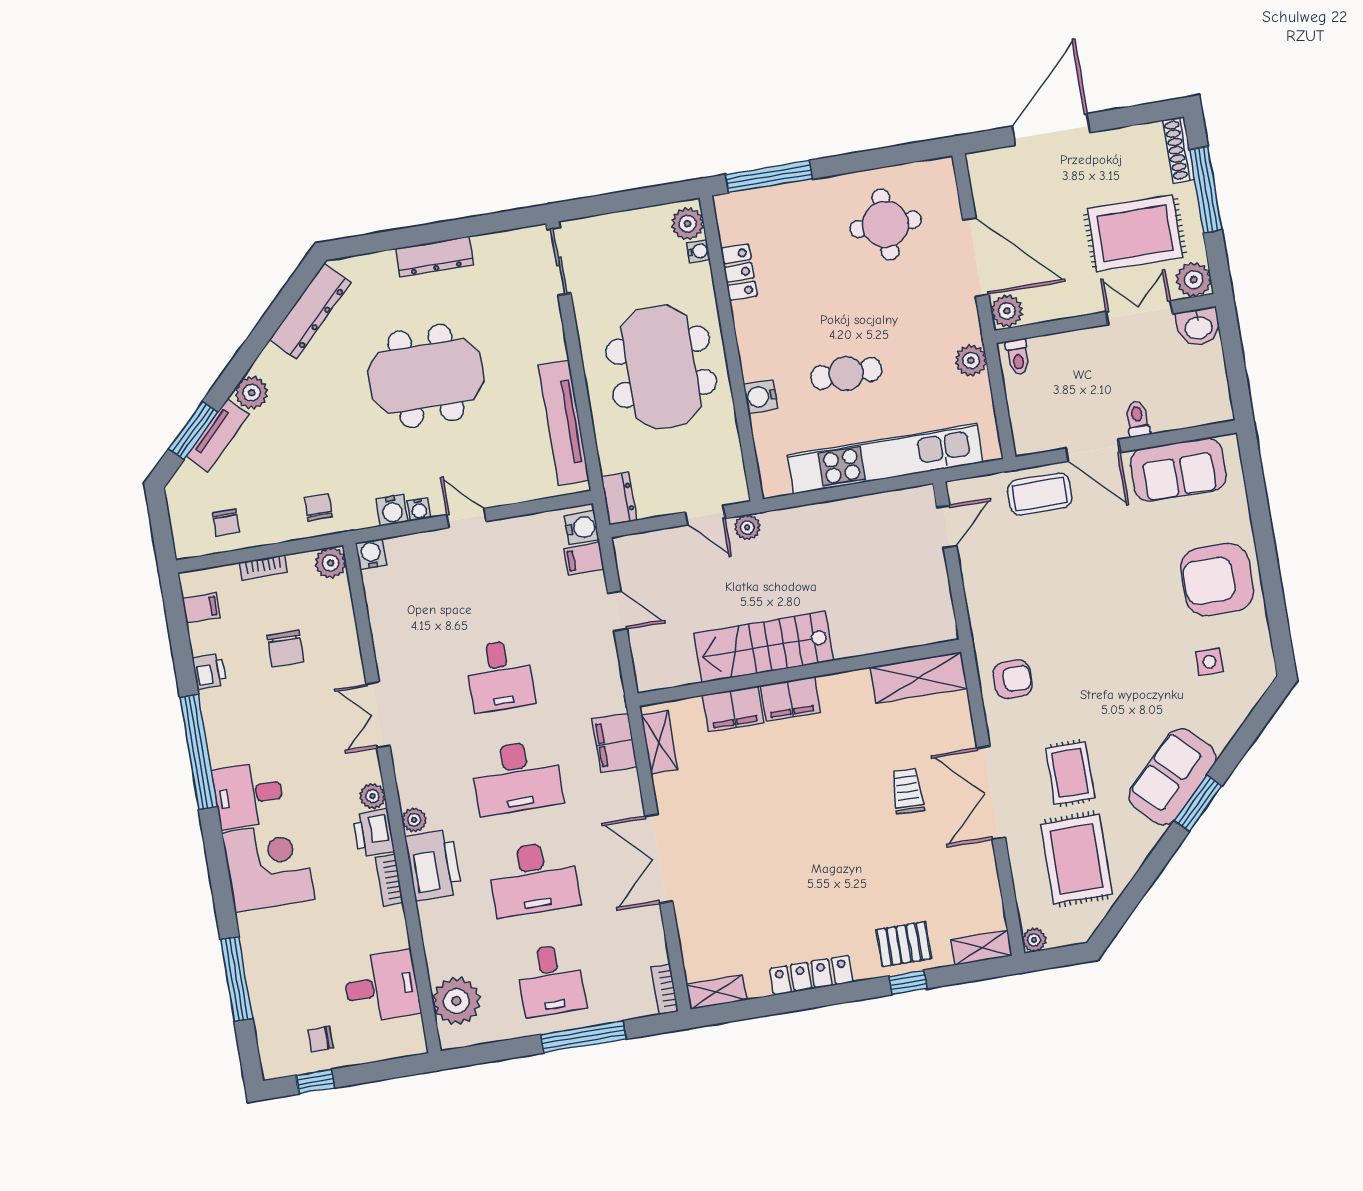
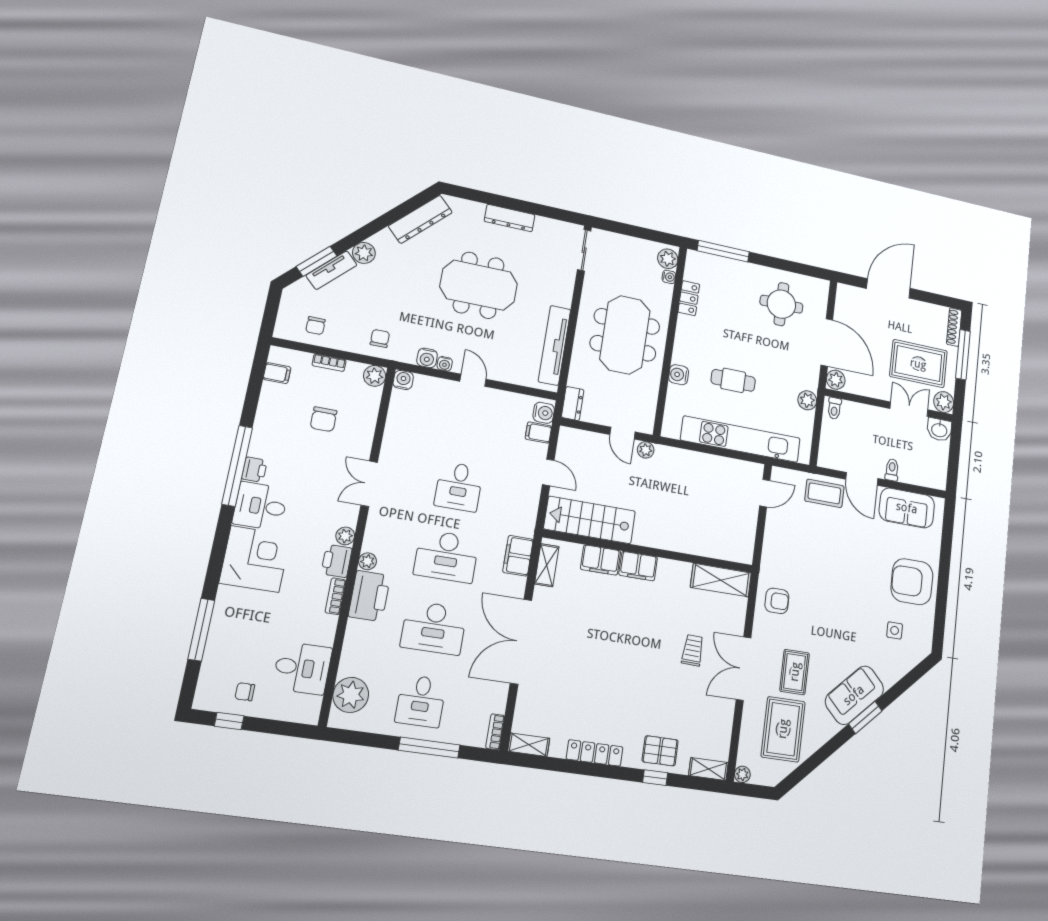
stairs: (764, 647) -> (590, 520), moved
printer: (209, 671) -> (254, 470), moved
double door: (659, 859) -> (521, 642), width x1.36

